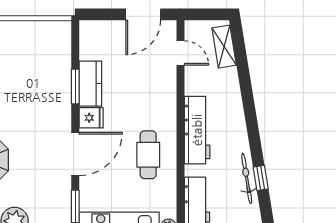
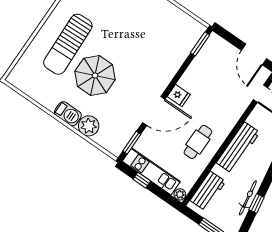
door: (143, 14) -> (254, 54), hinge flipped
kitchen counter: (90, 84) -> (193, 74), removed
window: (75, 87) -> (200, 44), moved

